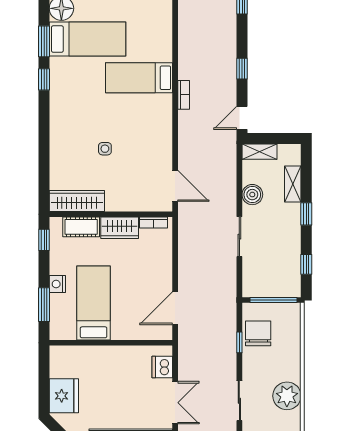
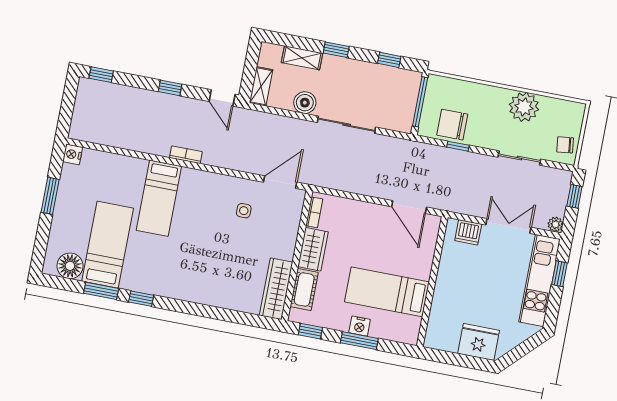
side table: (105, 149) -> (244, 211), moved
sliding door: (239, 237) -> (347, 125), width x1.37
window: (44, 305) -> (359, 341), moved

